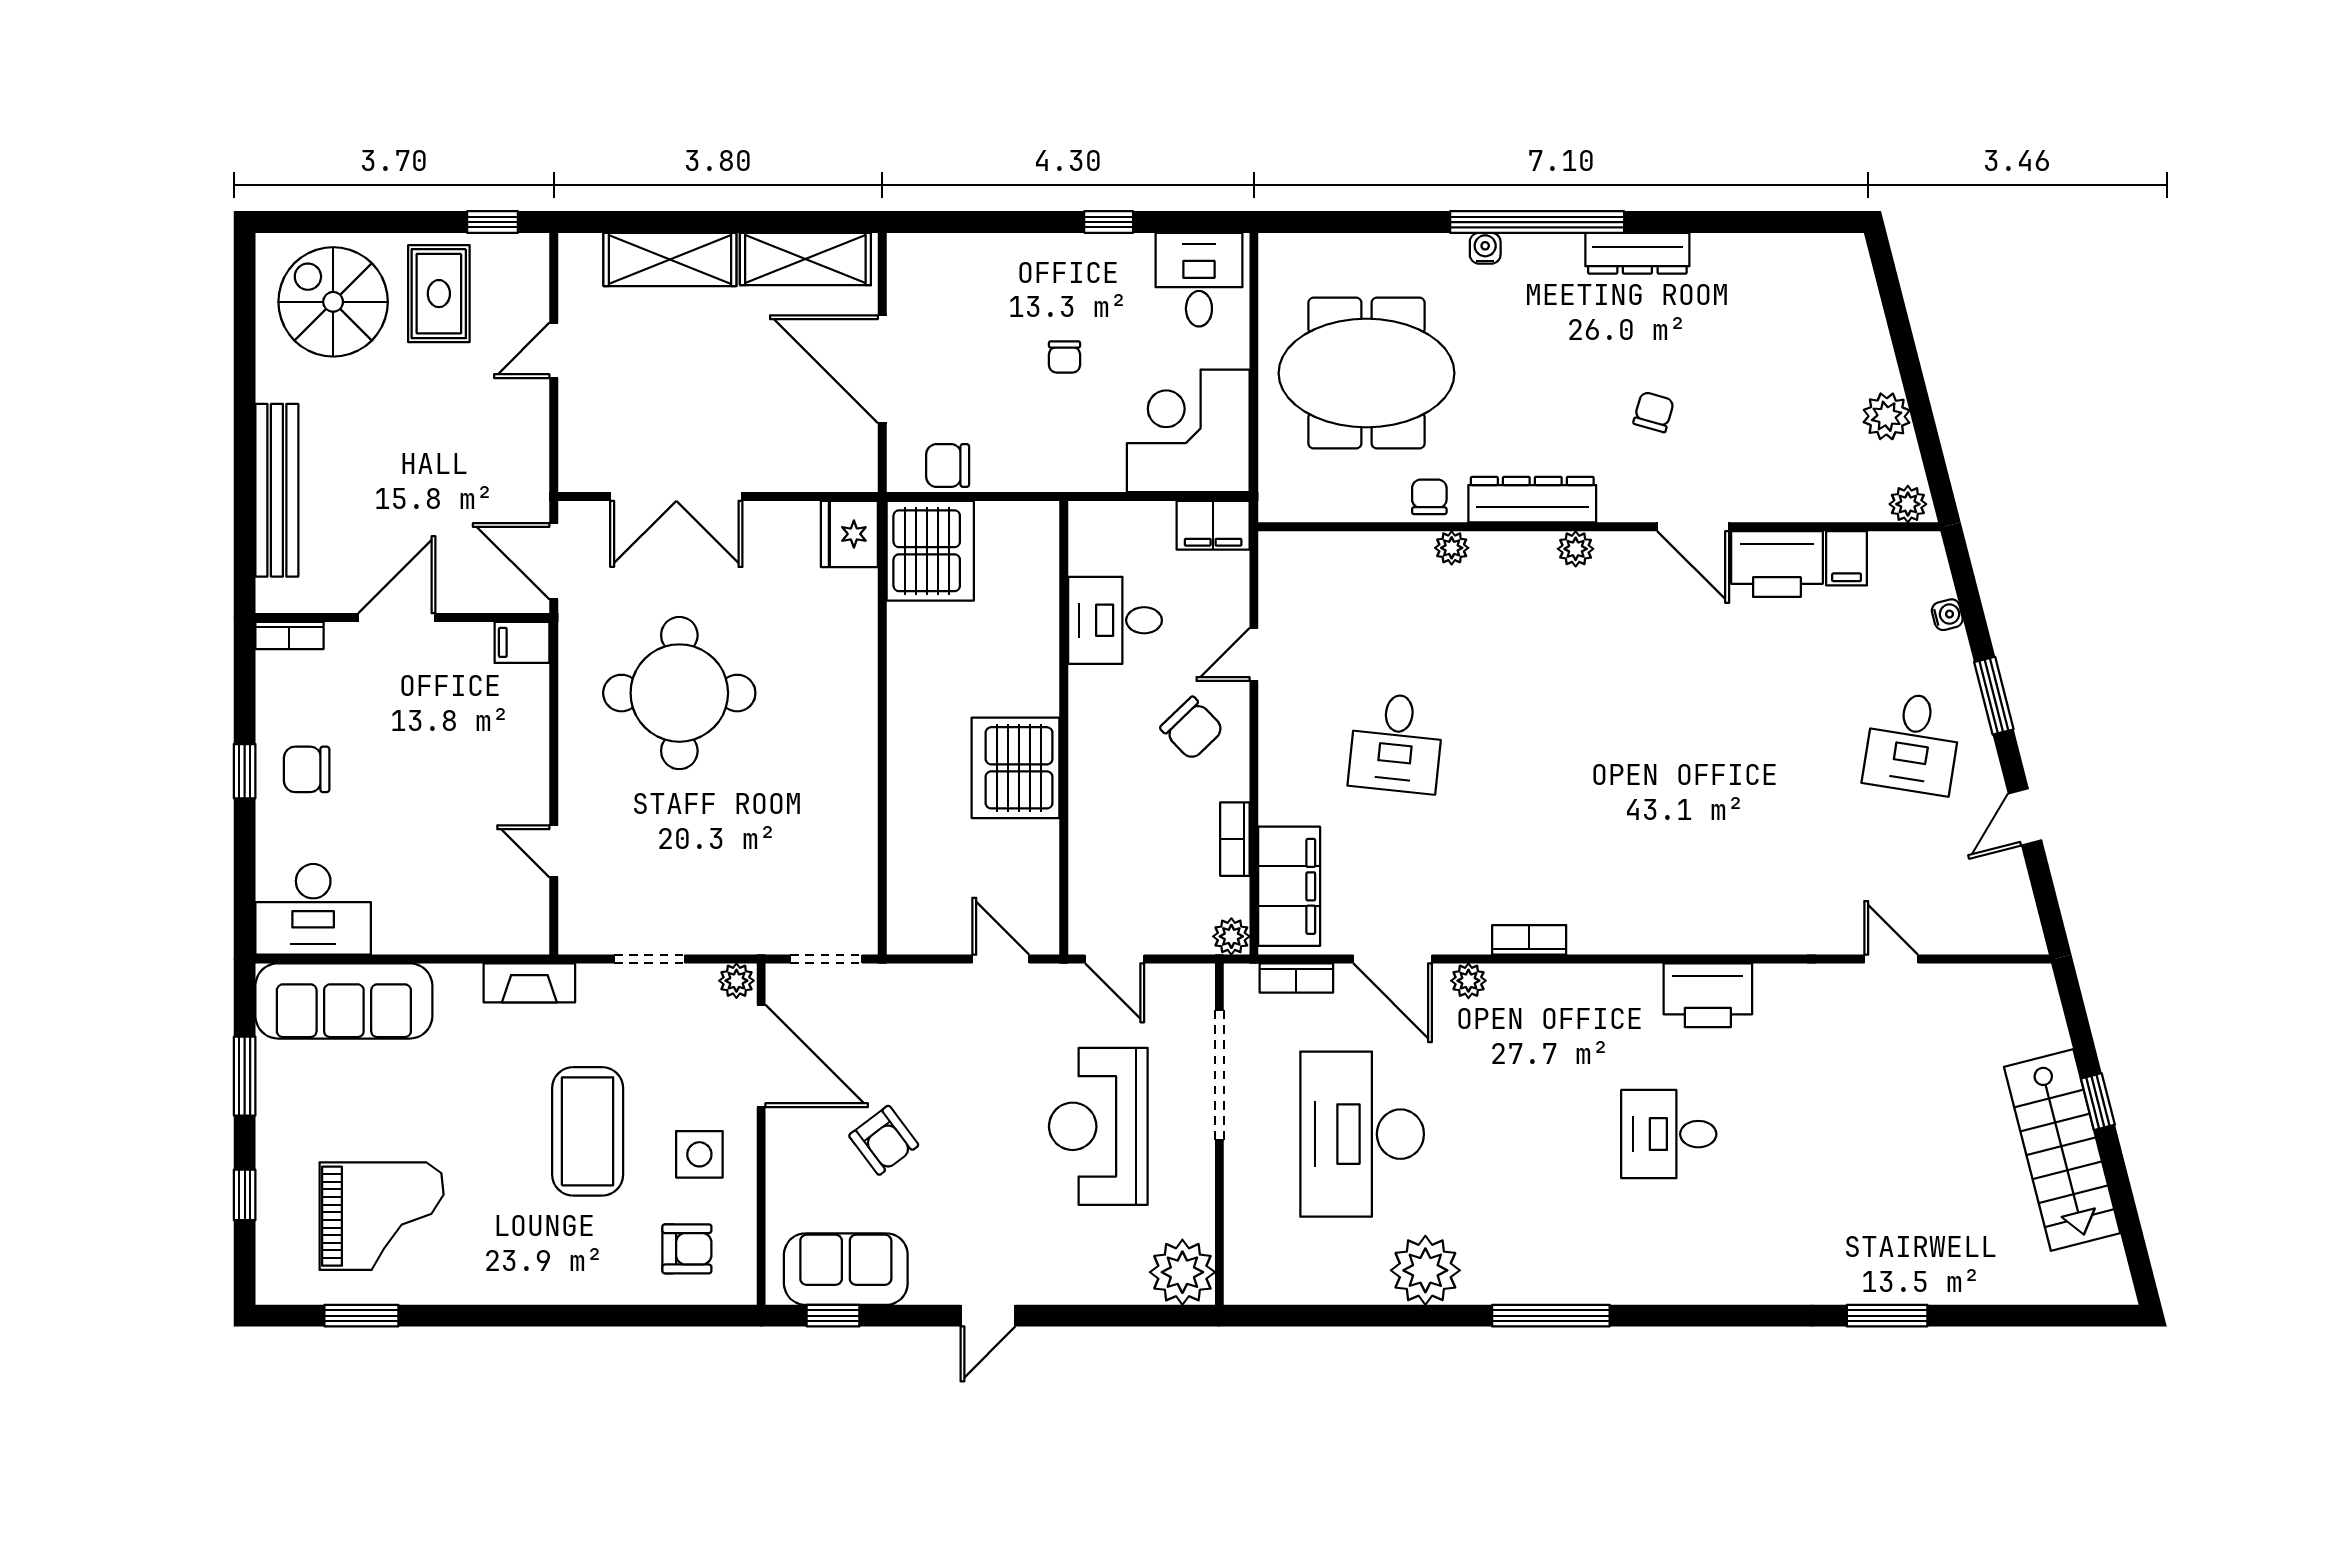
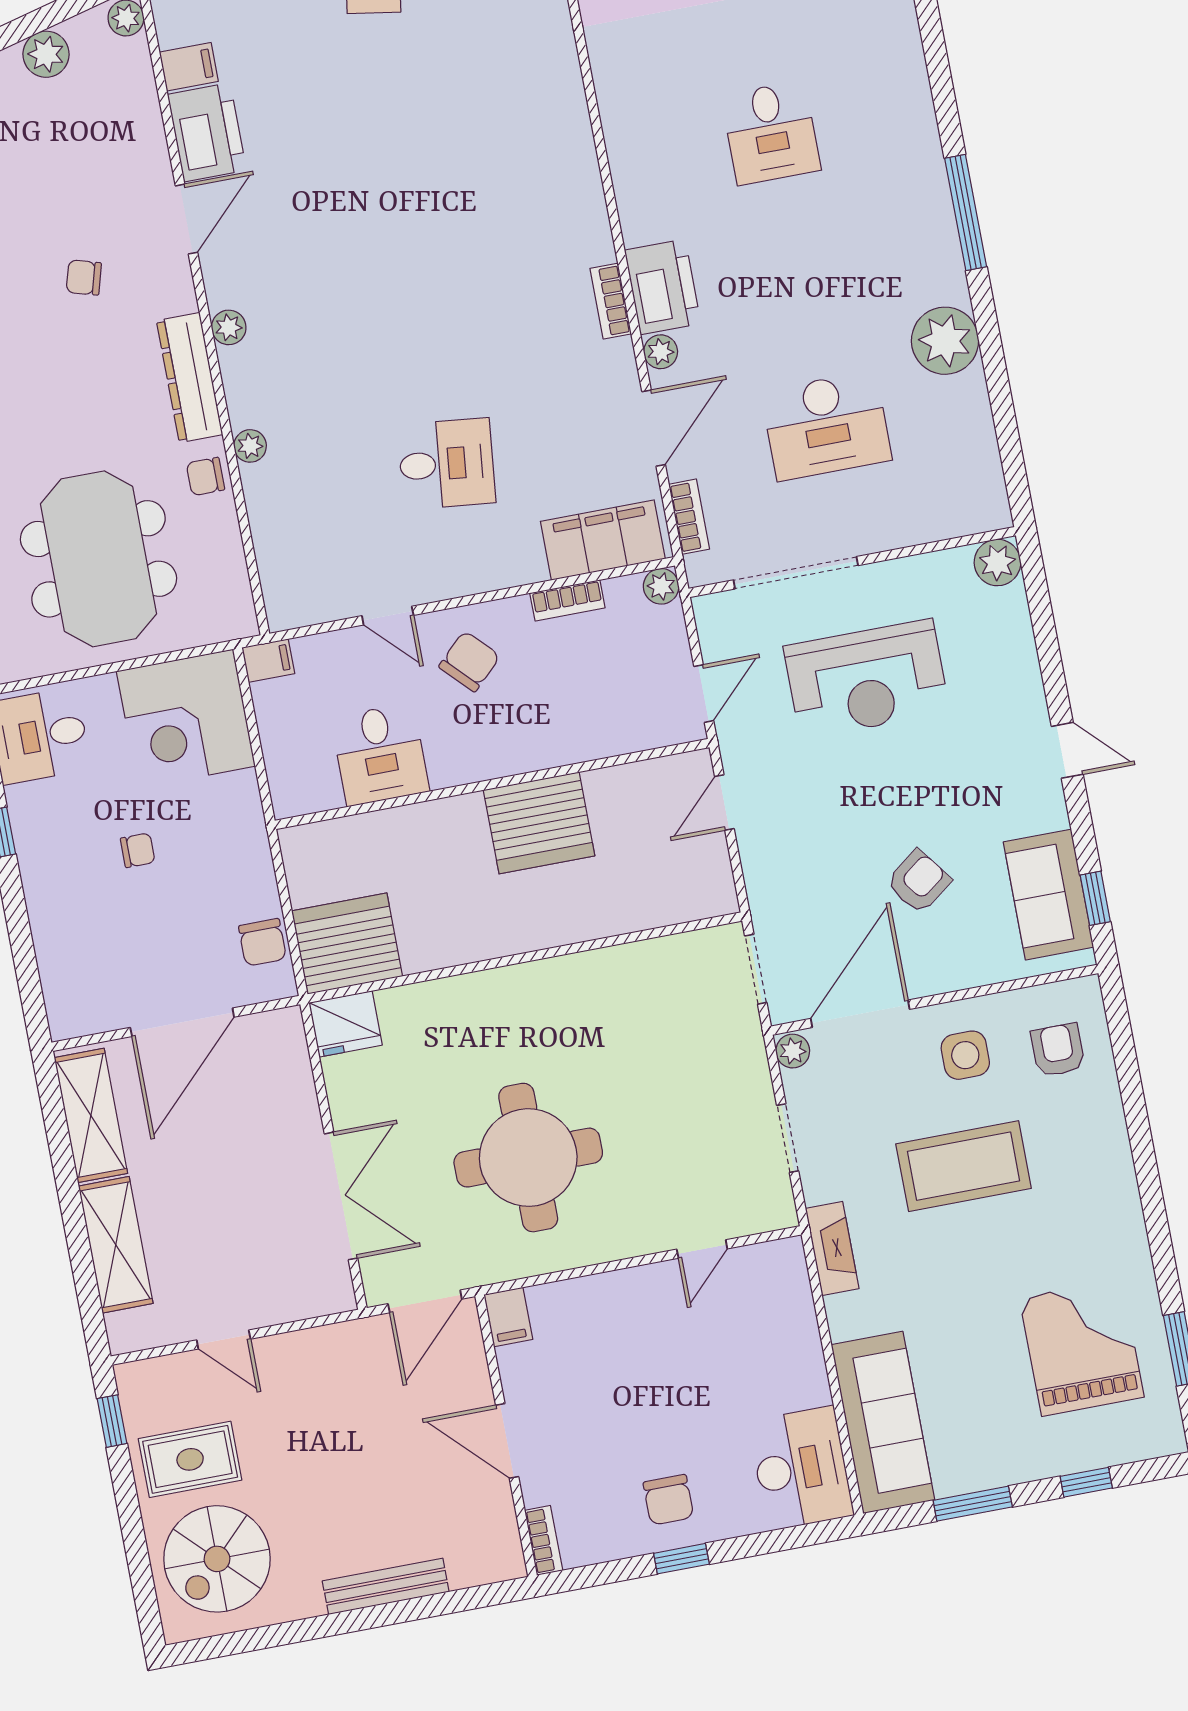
bench: (277, 490) -> (386, 1586), width x0.73, depth x0.82
filing cabinet: (1213, 525) -> (268, 661), width x0.50
printer: (1708, 995) -> (663, 287), moved
desk: (1362, 1134) -> (826, 426), width x0.73, depth x0.77
plant: (1182, 1272) -> (997, 563), width x0.73, depth x0.73

